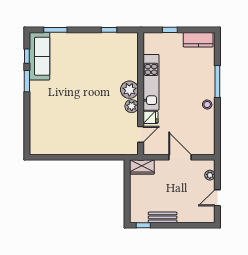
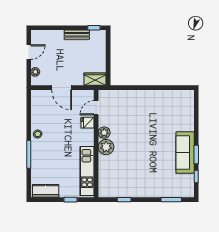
sofa: (40, 56) -> (185, 153), moved
kitchen unit: (151, 82) -> (87, 171), moved

